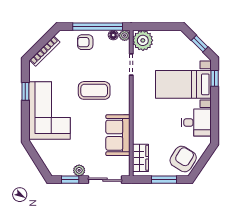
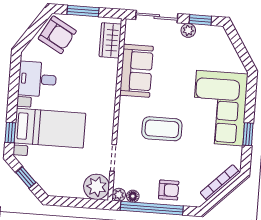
armchair: (183, 159) -> (57, 35), turned -93

